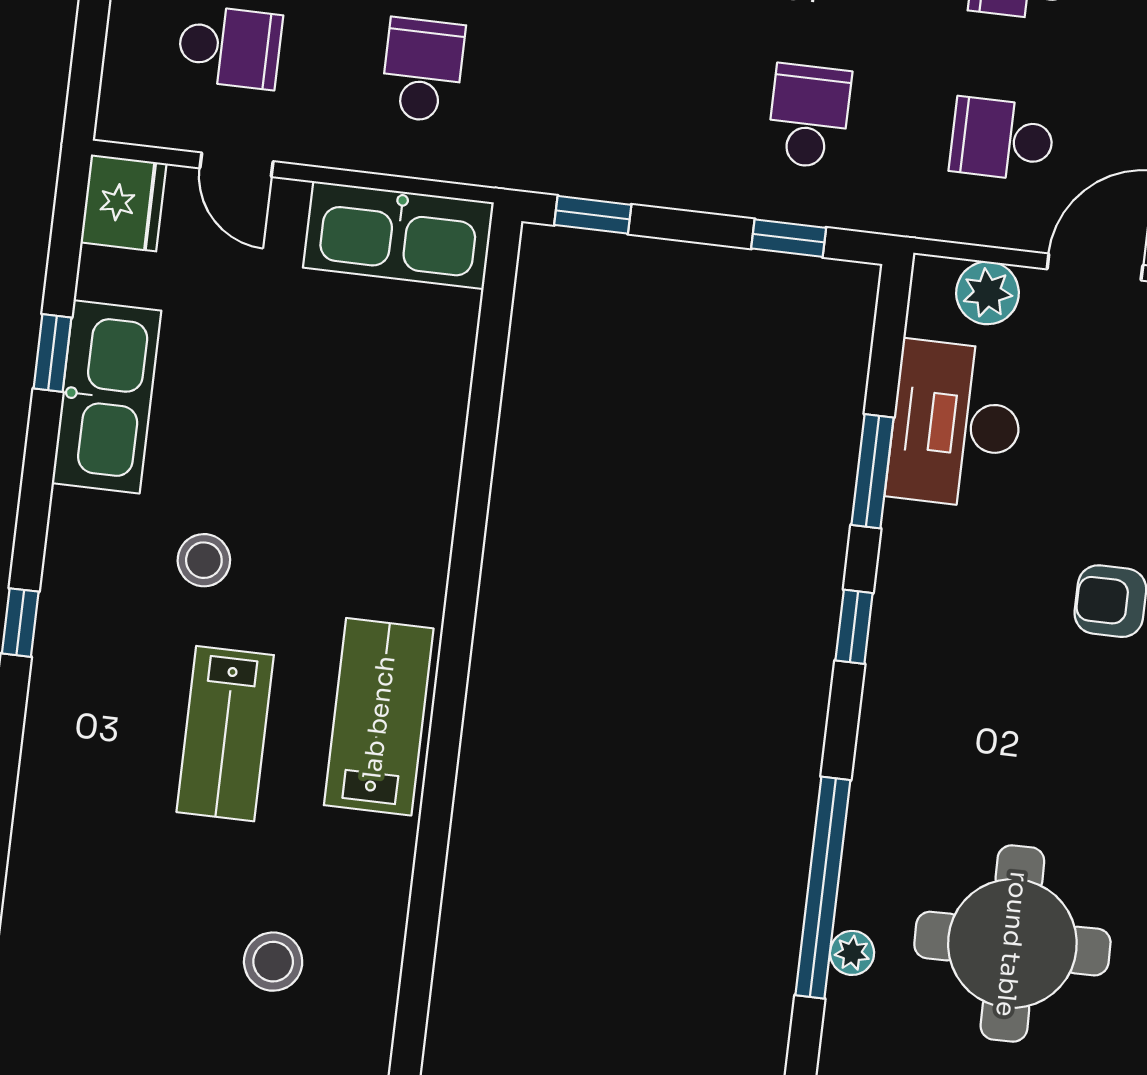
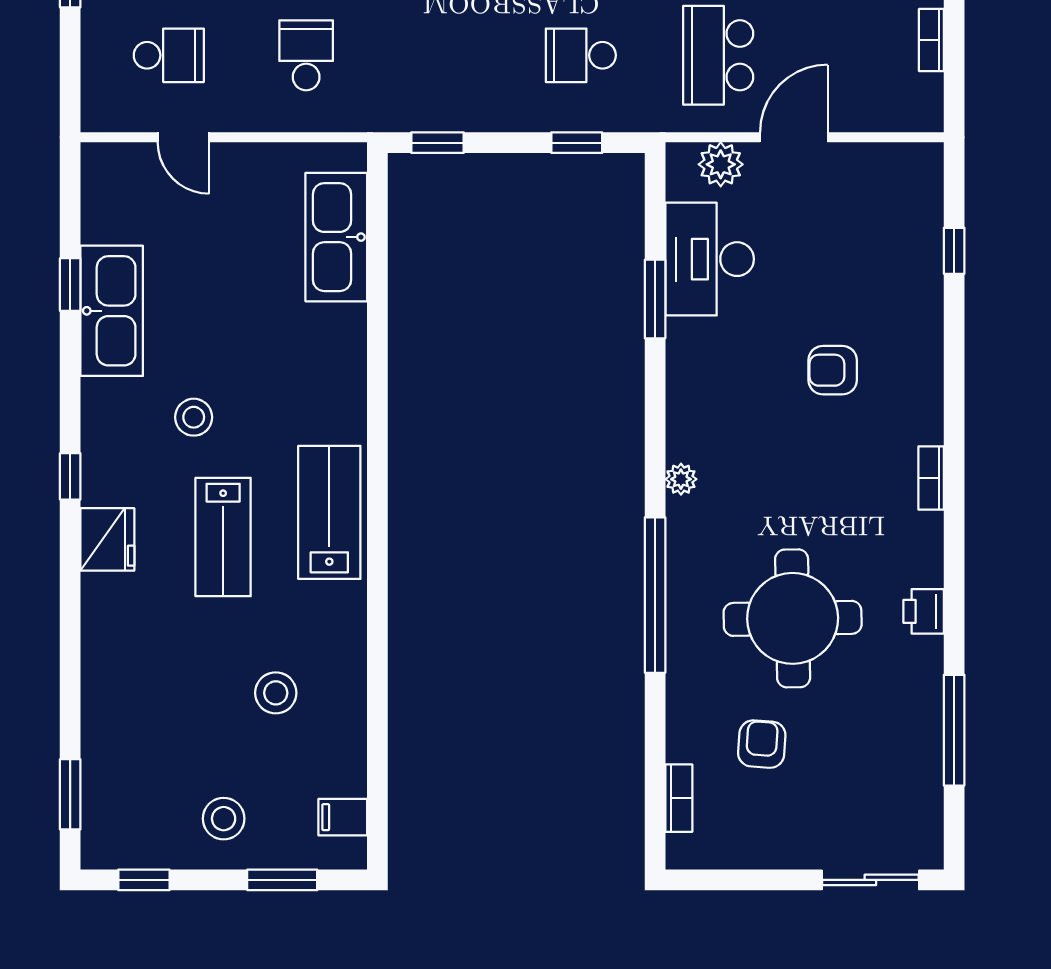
school desk: (809, 116) -> (581, 55), turned -90
school desk: (1002, 139) -> (718, 55), width x1.85
fridge: (123, 203) -> (107, 539), moved
kitchen sink: (398, 235) -> (336, 237), moved, turned 90
window: (854, 627) -> (655, 410), removed
plant: (852, 953) -> (681, 479), moved

